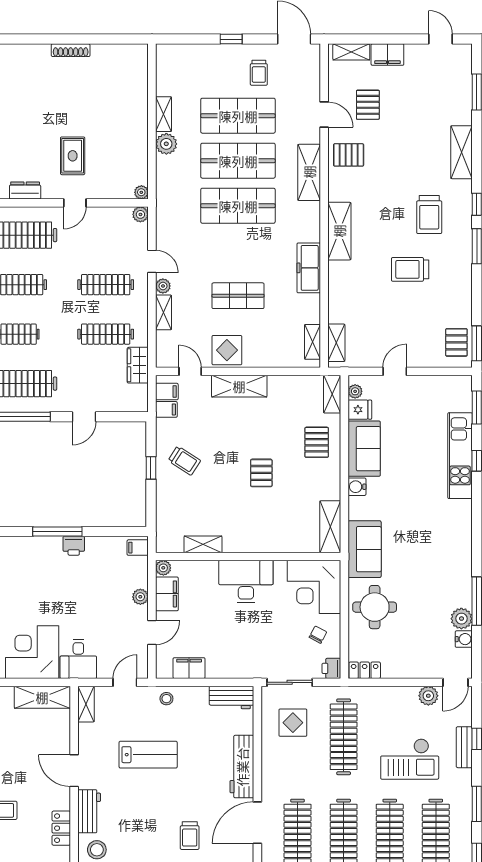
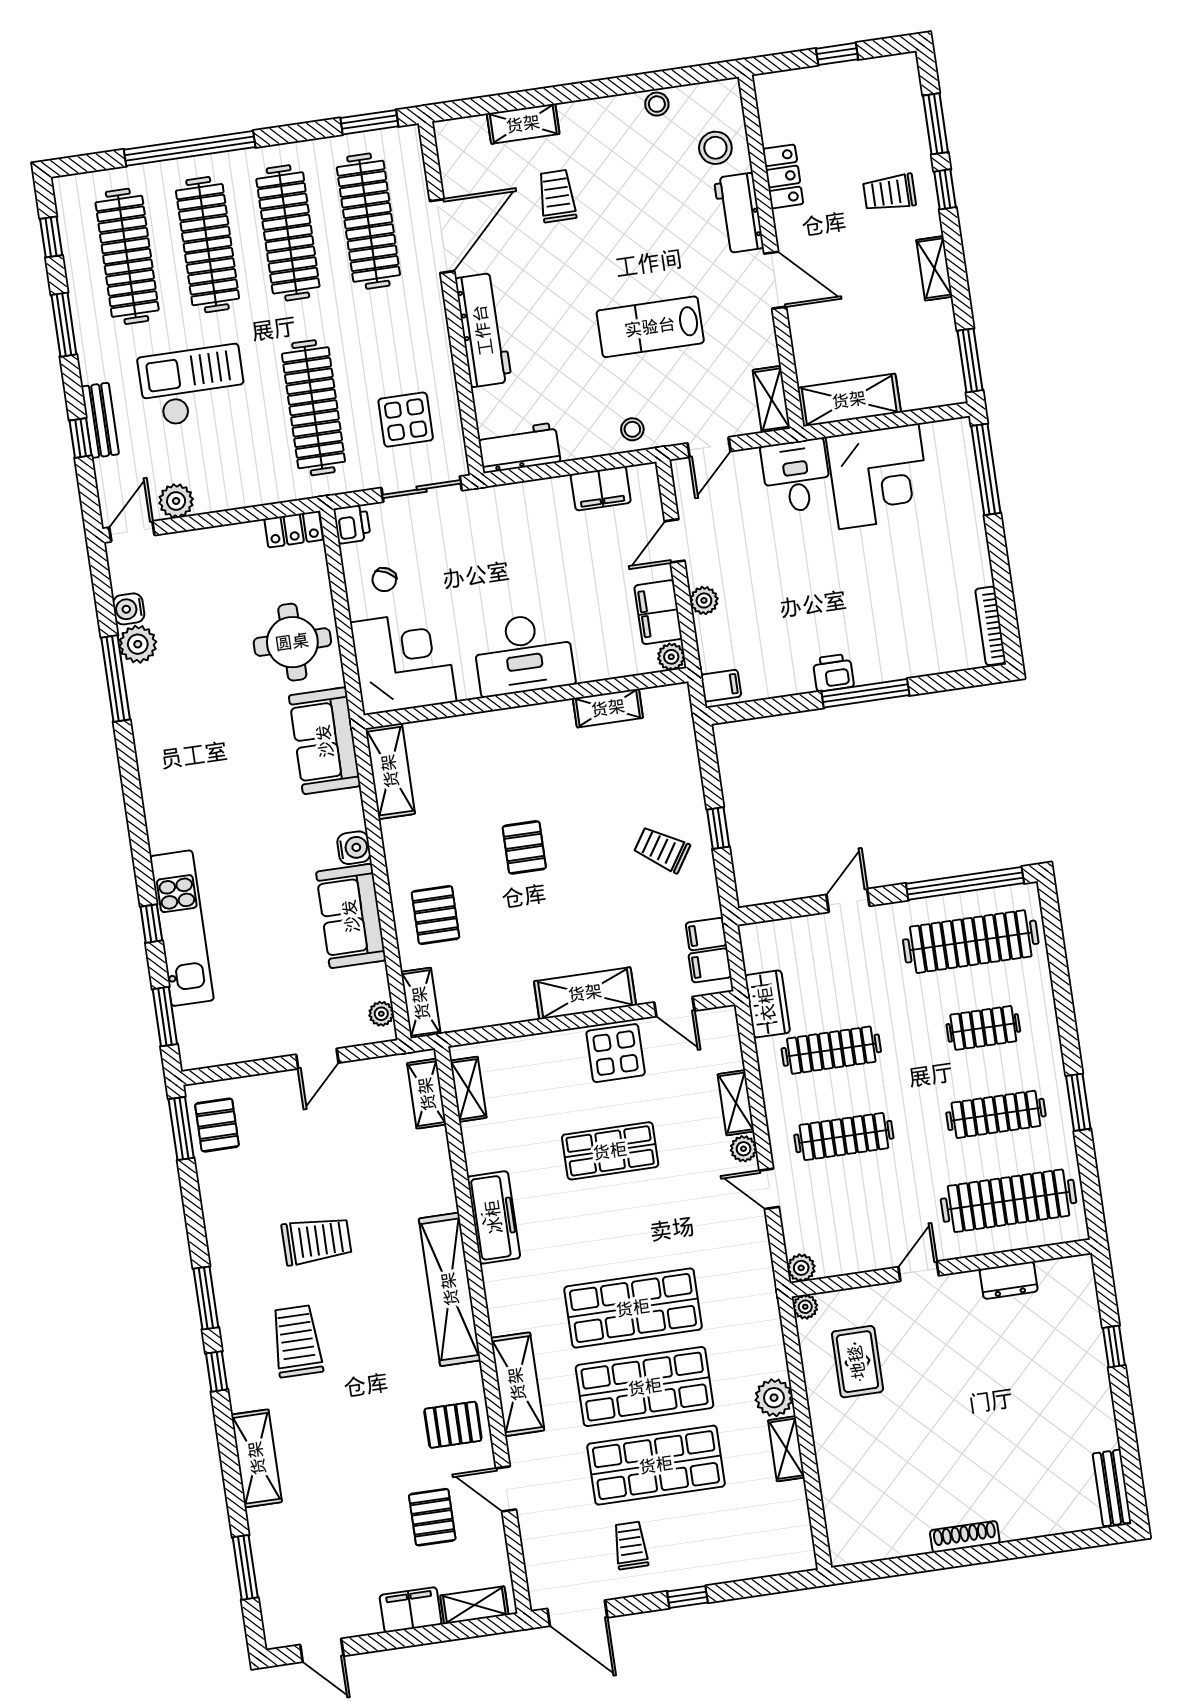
rug: (73, 156) -> (857, 1362), moved
shelving: (339, 231) -> (450, 1289), width x1.47
fridge: (360, 410) -> (368, 983), removed

